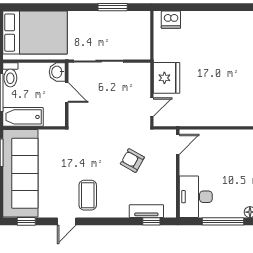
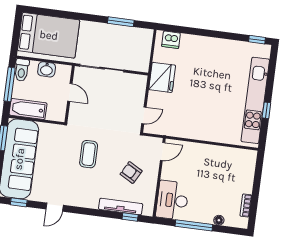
washbasin: (57, 72) -> (47, 69), moved, turned -90
fridge: (167, 78) -> (162, 77), moved
armchair: (132, 161) -> (131, 173), moved
coffee table: (88, 195) -> (89, 154), moved
tv unit: (146, 211) -> (121, 206), width x1.41

